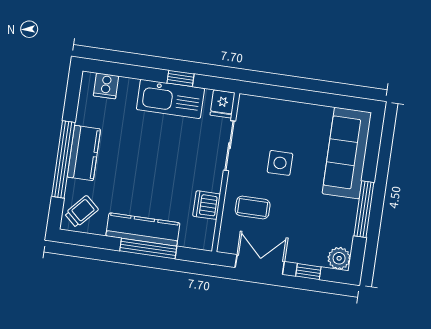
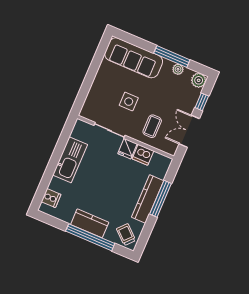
window: (181, 78) -> (59, 150), removed
fridge: (223, 104) -> (127, 149), moved, turned 90
plant: (347, 223) -> (178, 69), added

